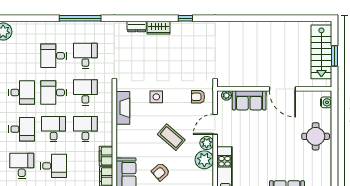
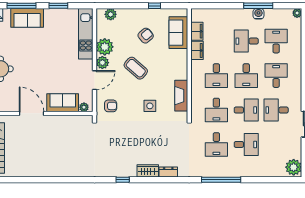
desk: (22, 129) -> (276, 76), turned 90
desk: (22, 166) -> (276, 41), turned 180

